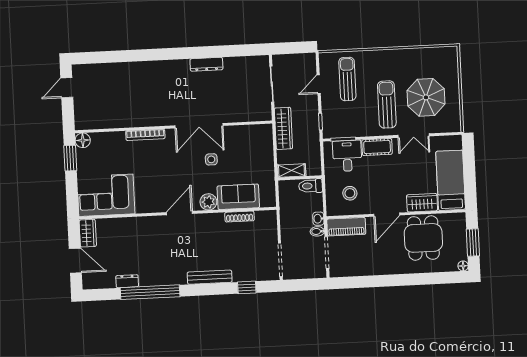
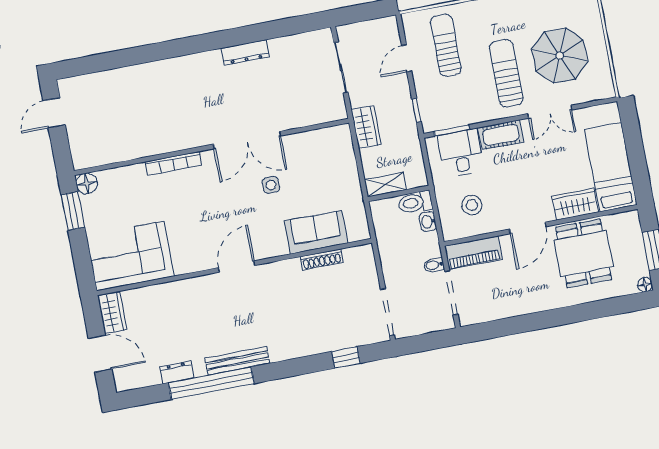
wardrobe: (283, 128) -> (366, 127), width x0.67
plant: (208, 202) -> (275, 245), removed
washbasin: (318, 219) -> (428, 222), moved
bench: (210, 277) -> (237, 361), moved

